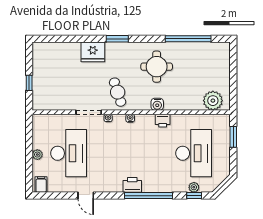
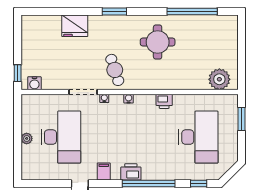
fridge: (93, 52) -> (75, 26), moved
window: (29, 83) -> (18, 73), moved
water cooler: (157, 104) -> (34, 83), moved
filing cabinet: (41, 185) -> (104, 171), moved
plant: (194, 187) -> (198, 174), removed

